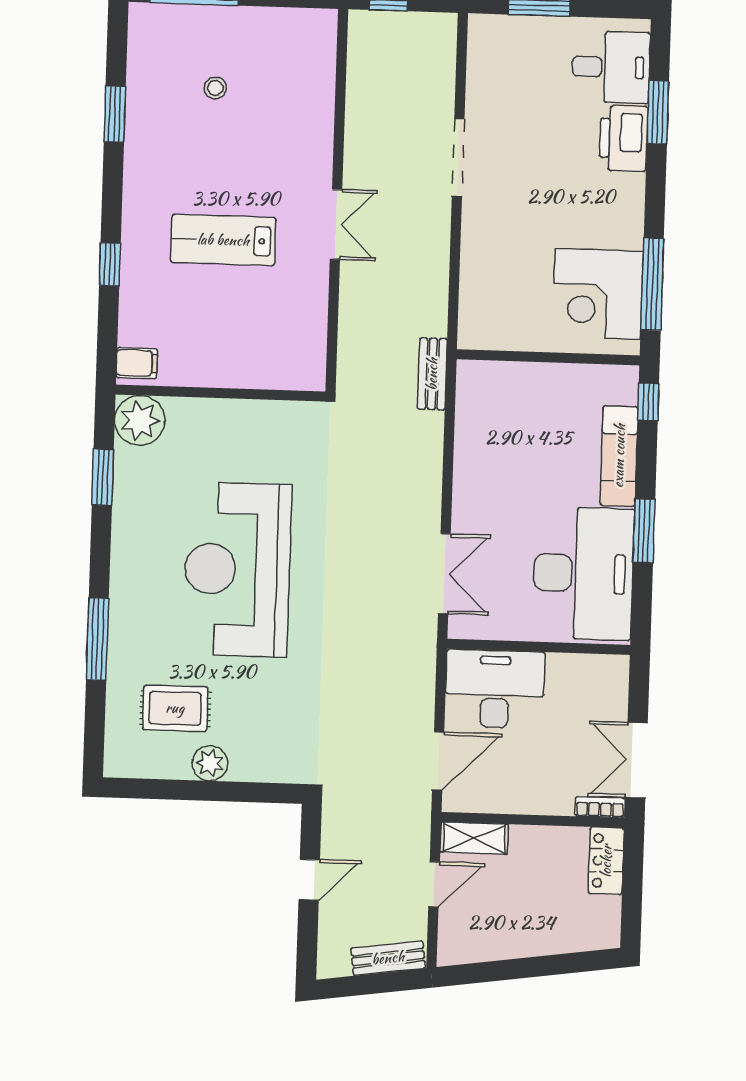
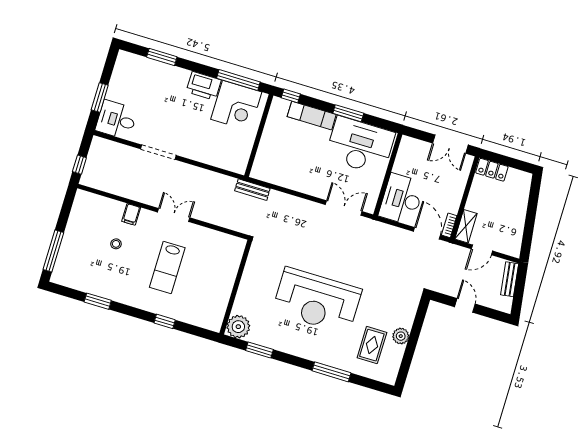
desk: (611, 67) -> (116, 120), moved, turned -90
stool: (215, 88) -> (116, 244), moved
printer: (624, 138) -> (204, 86), moved
filing cabinet: (137, 363) -> (131, 214), moved, turned 180
bookcase: (600, 807) -> (449, 225), moved
door: (434, 884) -> (482, 250), swing flipped

